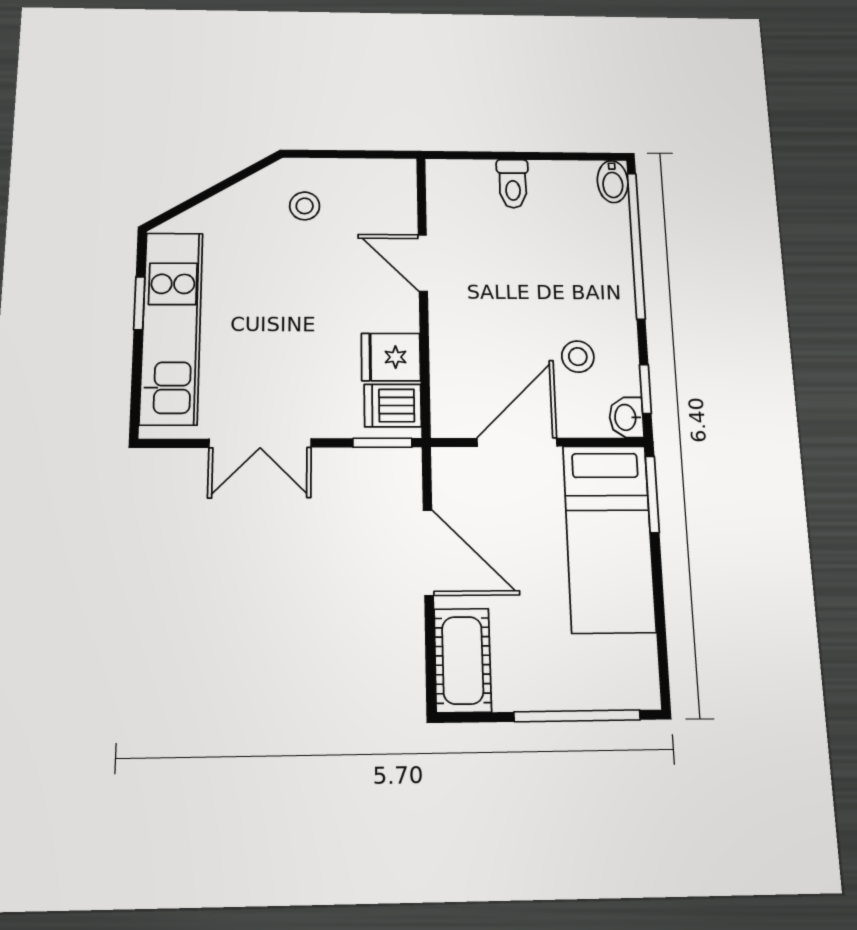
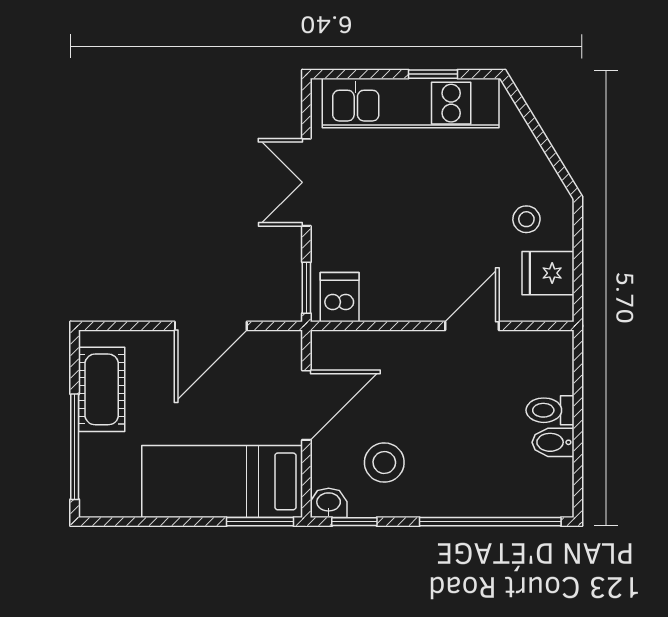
bidet: (613, 182) -> (553, 442), moved
fridge: (391, 357) -> (548, 273), moved, turned -90
stool: (578, 357) -> (384, 462), width x1.37, depth x1.37
door: (517, 442) -> (306, 405), hinge flipped
cot: (463, 660) -> (102, 389), moved, turned 90

